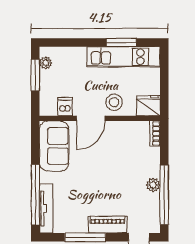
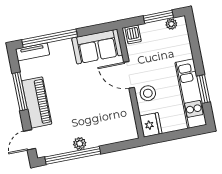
dishwasher: (65, 107) -> (133, 34), moved, turned 90
bookcase: (155, 134) -> (127, 136), removed
tv unit: (46, 209) -> (33, 52), width x0.71
piano: (108, 225) -> (37, 102), width x1.37, depth x1.33

